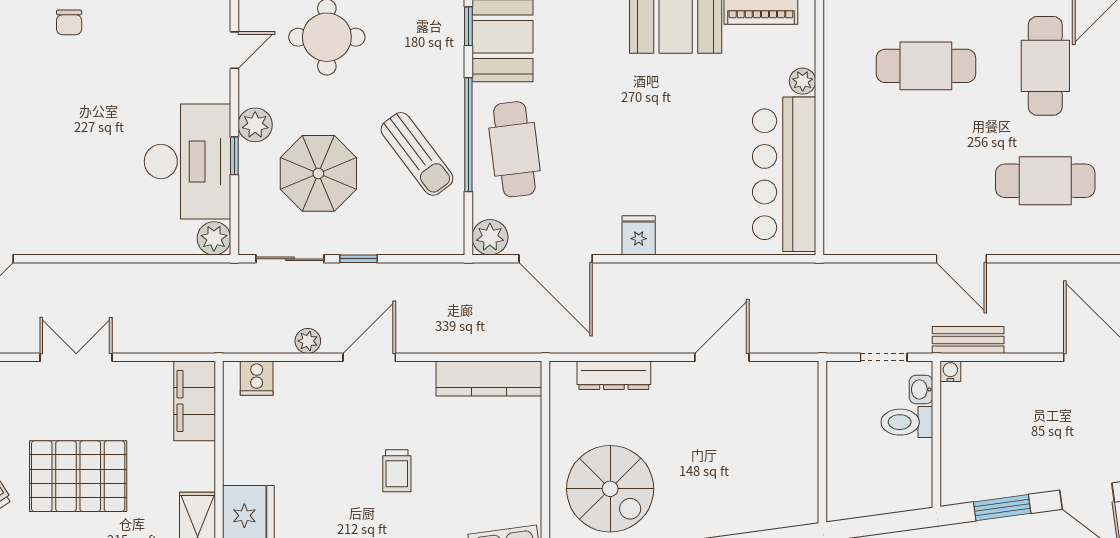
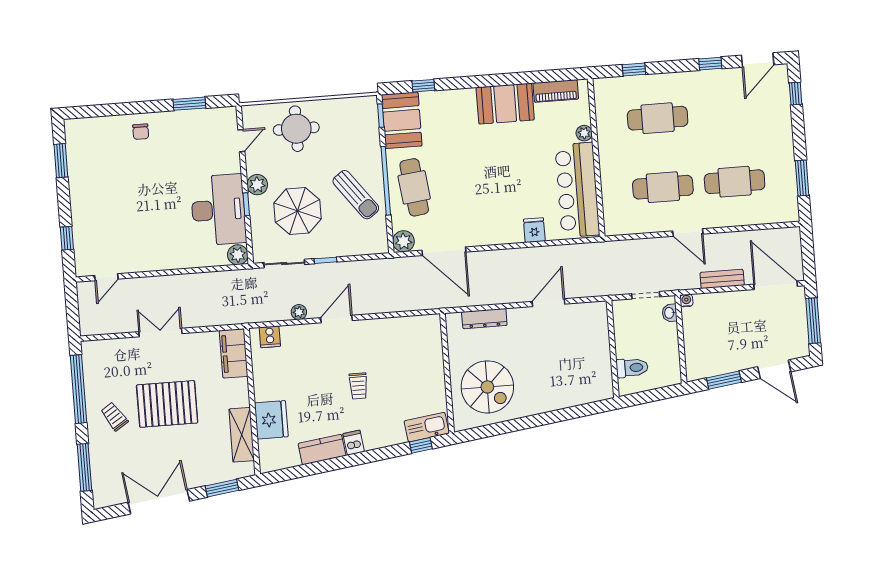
cafe table: (1045, 66) -> (663, 187), moved, turned 90
fridge: (639, 235) -> (534, 230), moved
bench: (968, 340) -> (722, 279), moved
kitchen counter: (489, 379) -> (409, 326), removed
toilet: (907, 422) -> (632, 368), moved, turned 180

